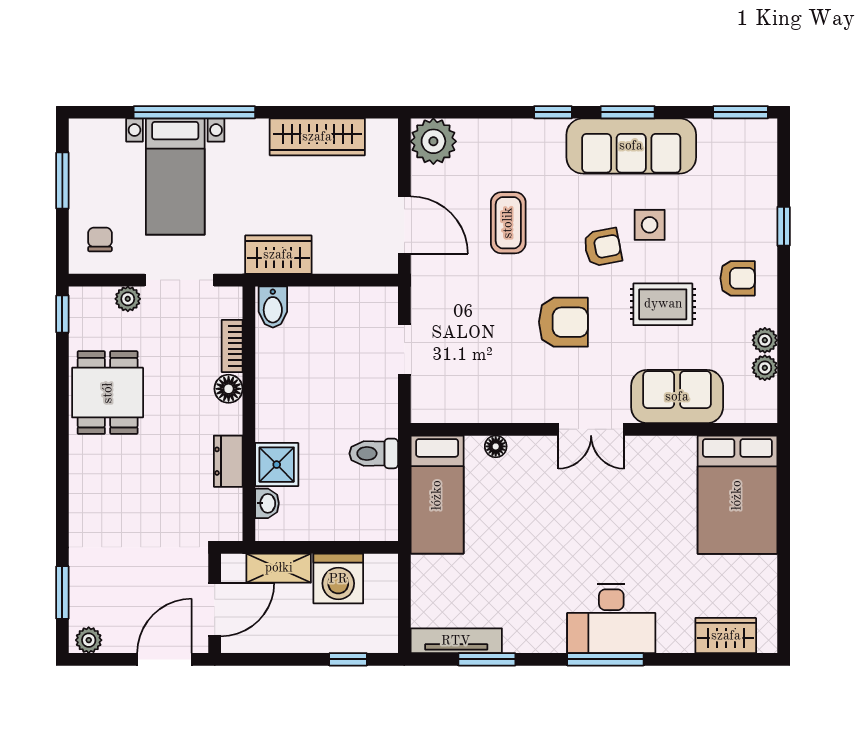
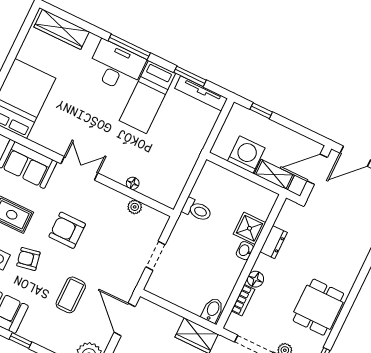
plant: (474, 411) -> (135, 207), added
bed: (437, 495) -> (147, 97), moved, turned 180
washbasin: (267, 503) -> (245, 251), moved
wardrobe: (726, 636) -> (62, 29), width x1.50

